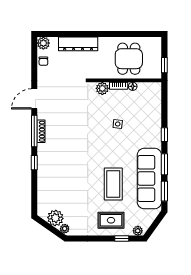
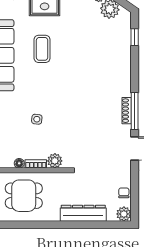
dining table: (129, 59) -> (24, 196), turned 90
window: (34, 163) -> (135, 37), moved
coffee table: (113, 184) -> (42, 49), width x0.73, depth x0.76

